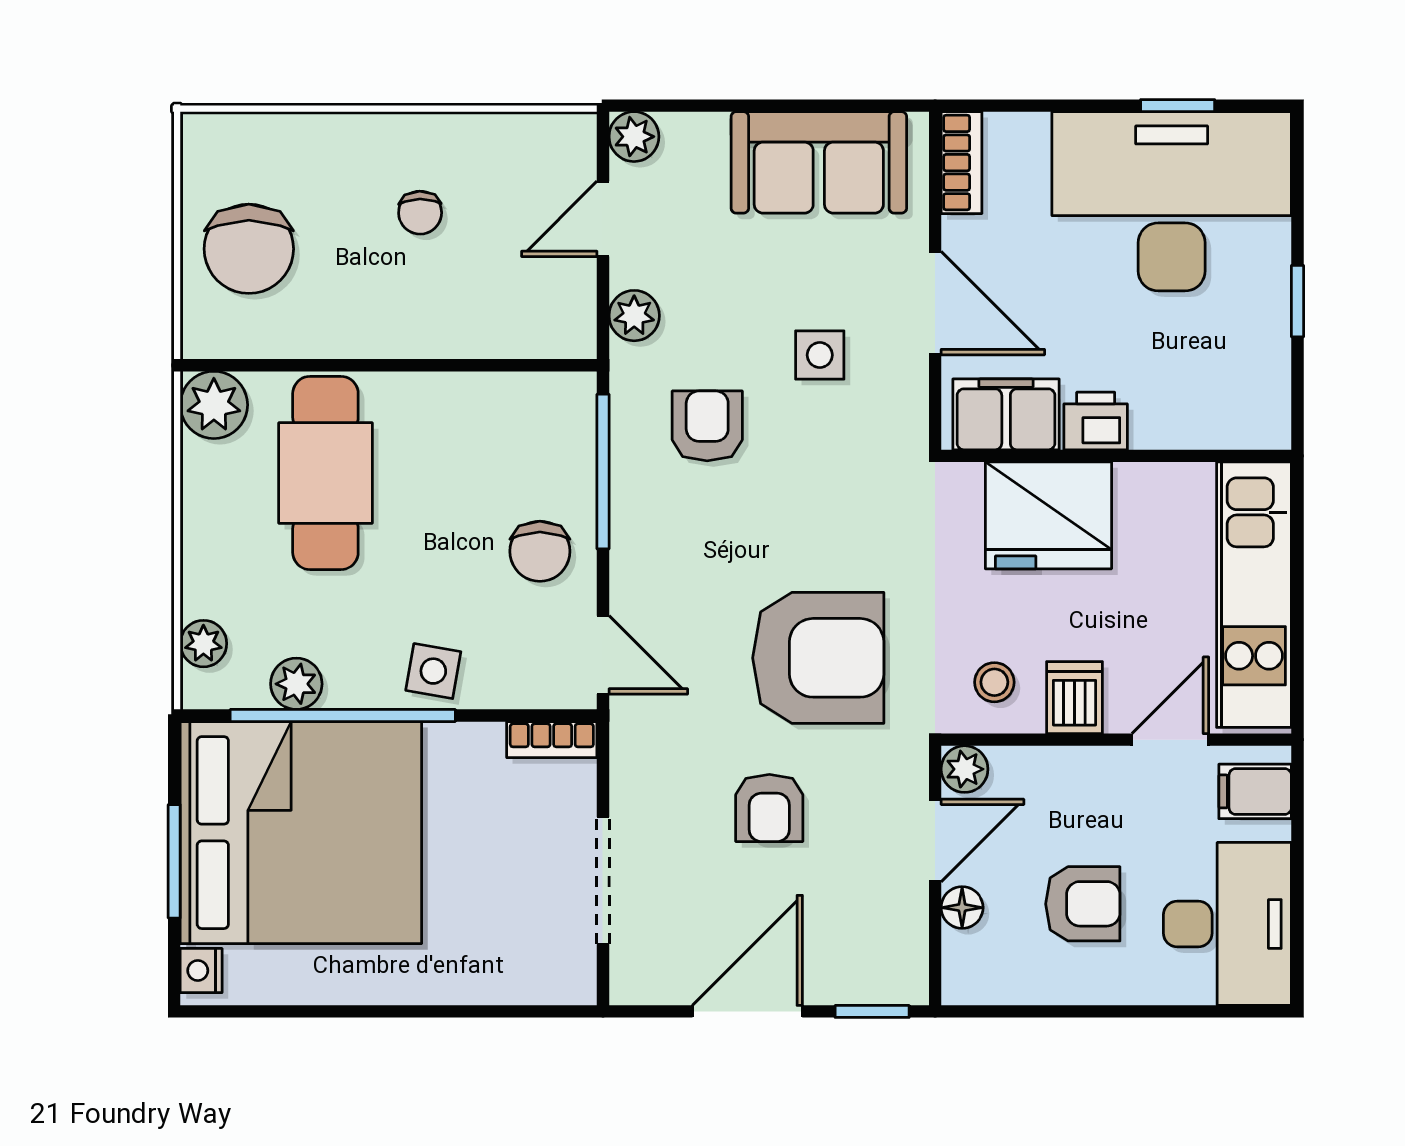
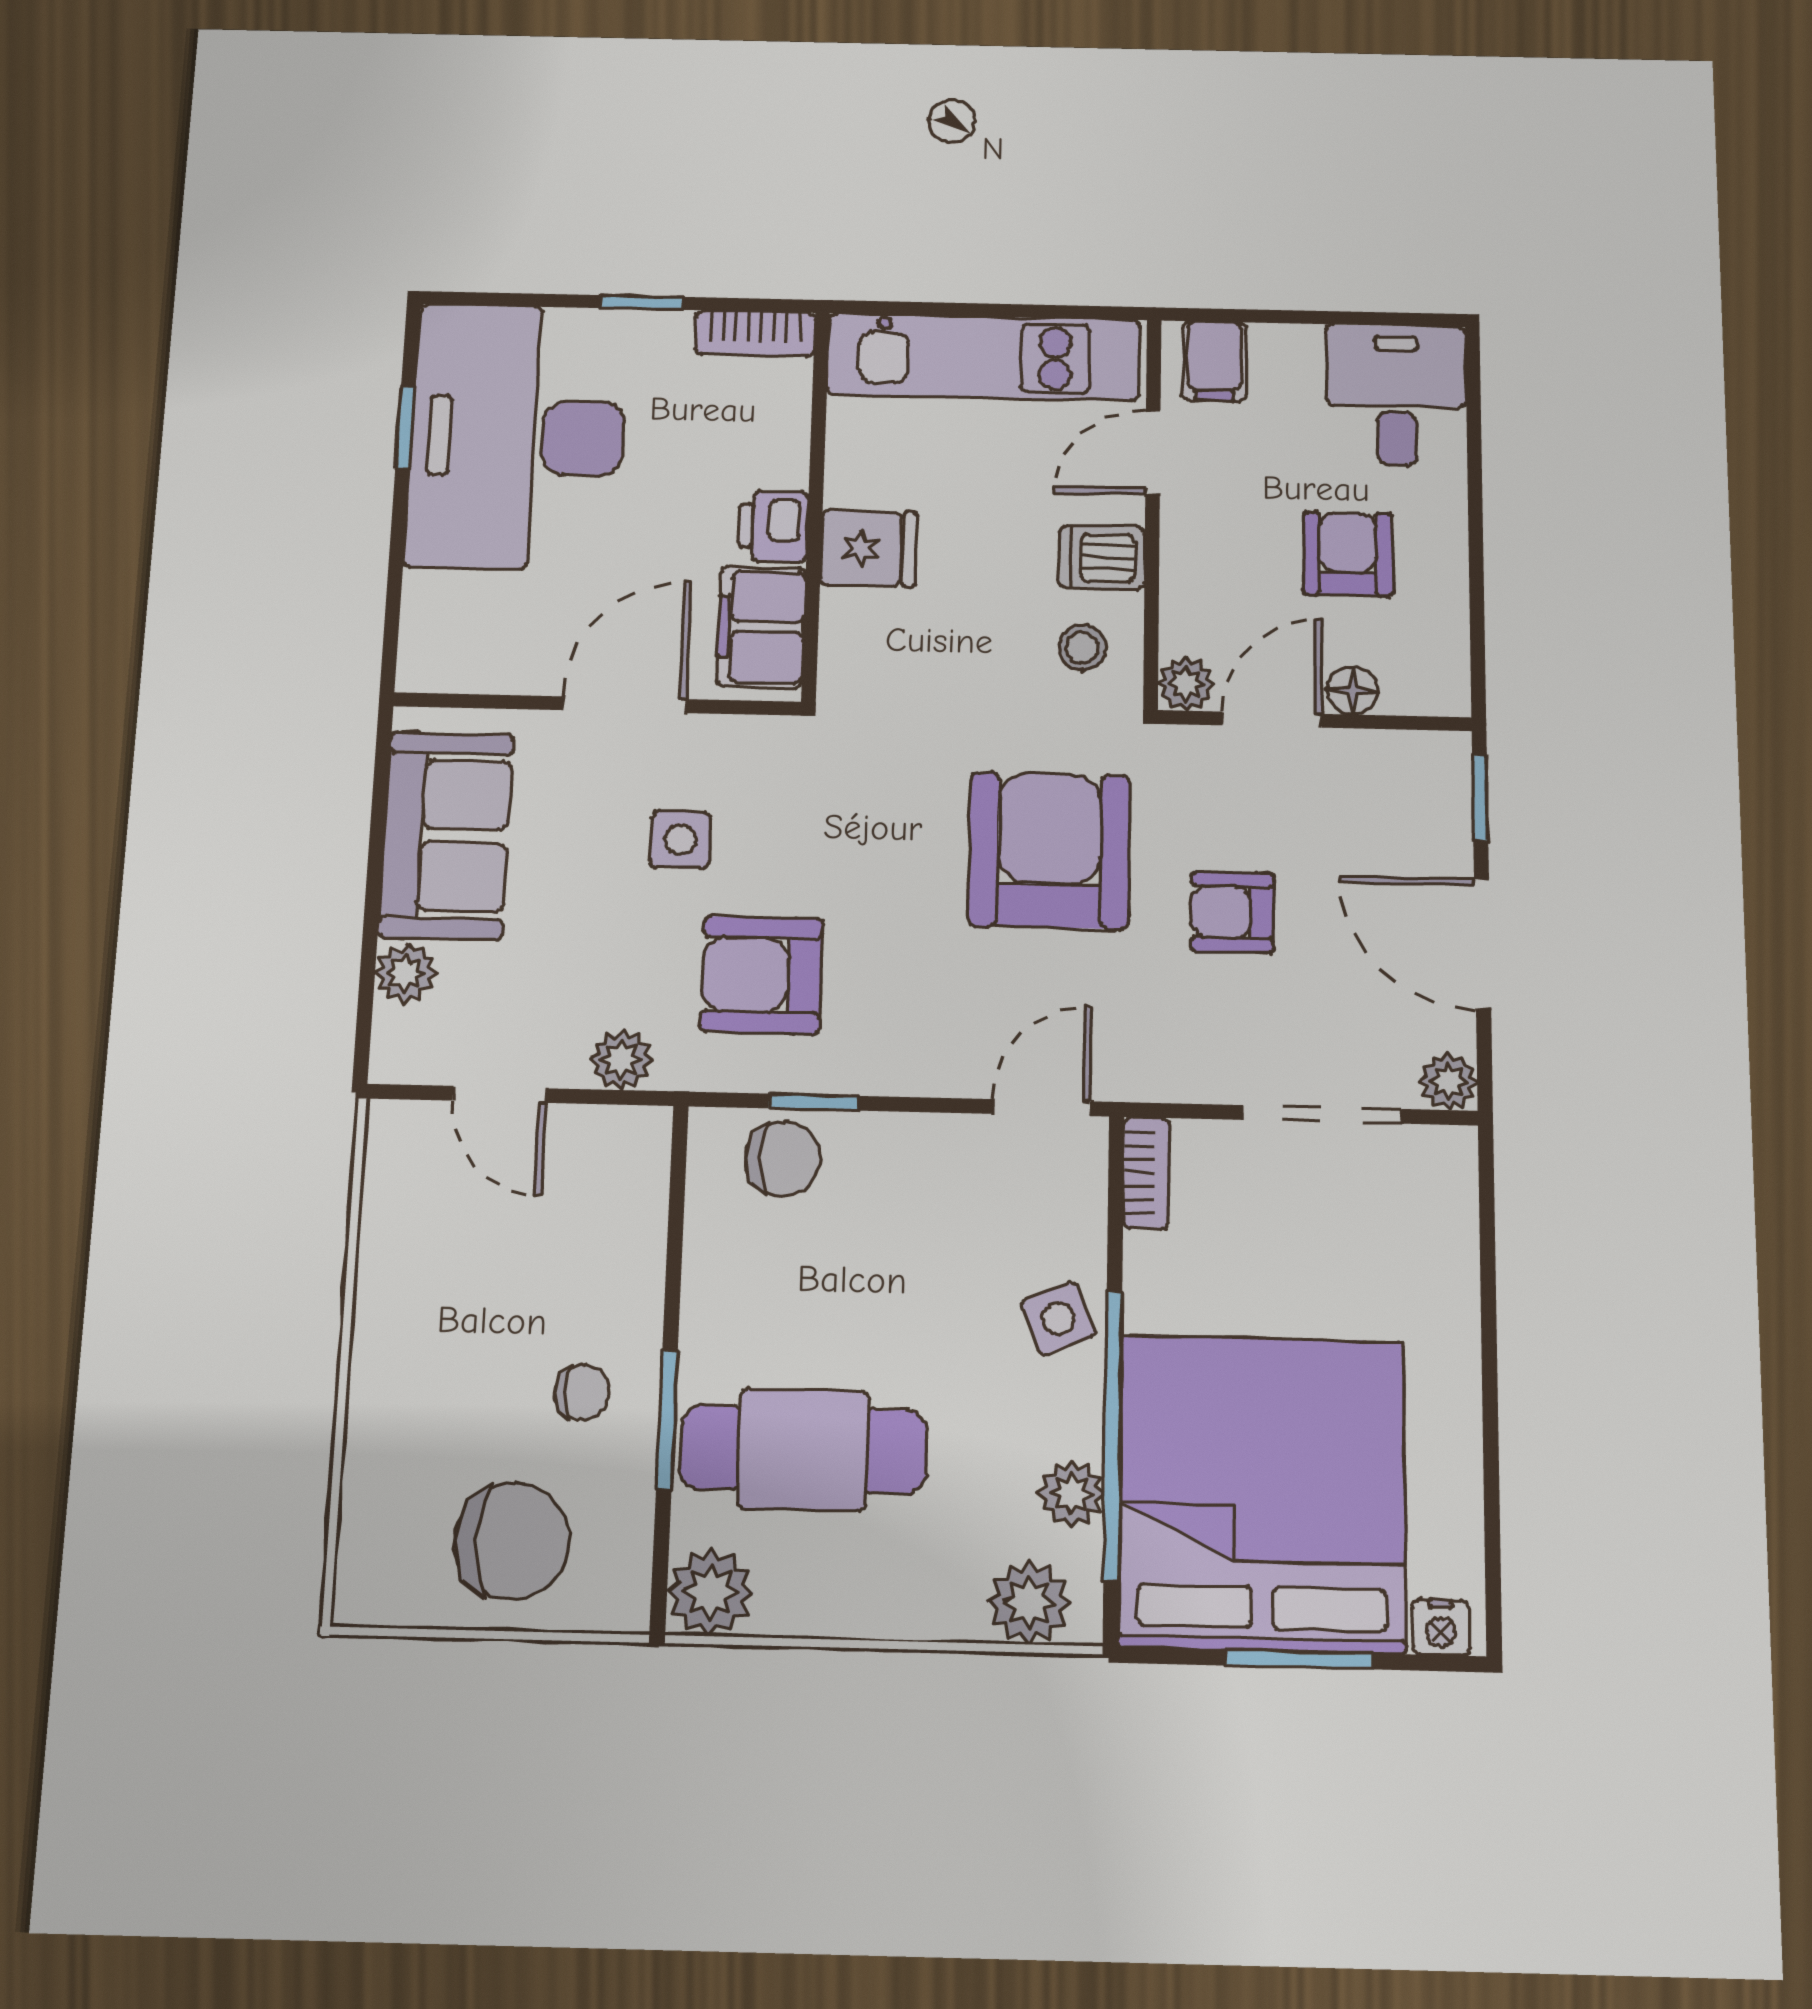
plant: (634, 137) -> (406, 974), moved
bookcase: (962, 163) -> (755, 334), moved, turned 180
chair: (420, 213) -> (582, 1392), moved
window: (346, 365) -> (667, 1420), added
armchair: (707, 426) -> (762, 975), width x1.38, depth x1.38
window: (603, 472) -> (813, 1102), width x0.46
fridge: (1048, 515) -> (869, 548), width x0.53, depth x0.75
chair: (540, 551) -> (783, 1158), moved
plant: (203, 644) -> (1029, 1602), width x1.38, depth x1.38
side table: (433, 671) -> (1058, 1318), turned -33
door: (1170, 740) -> (1153, 452), hinge flipped
armchair: (769, 808) -> (1232, 912), turned 180
door: (935, 840) -> (1272, 720), hinge flipped
desk: (1227, 924) -> (1396, 395), width x0.73
plant: (632, 982) -> (1448, 1082), added

